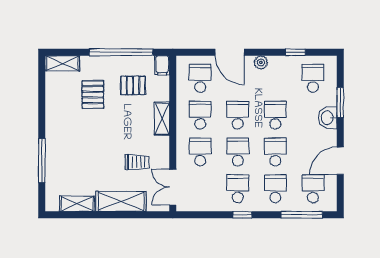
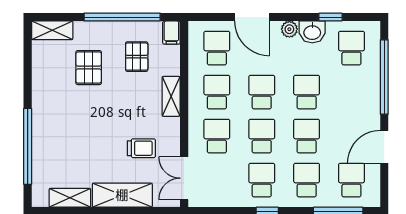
pallet: (133, 85) -> (137, 57), turned 90
window: (340, 102) -> (384, 77), width x2.11
washbasin: (328, 118) -> (312, 32), moved, turned -90
window: (42, 161) -> (28, 146), width x1.46

